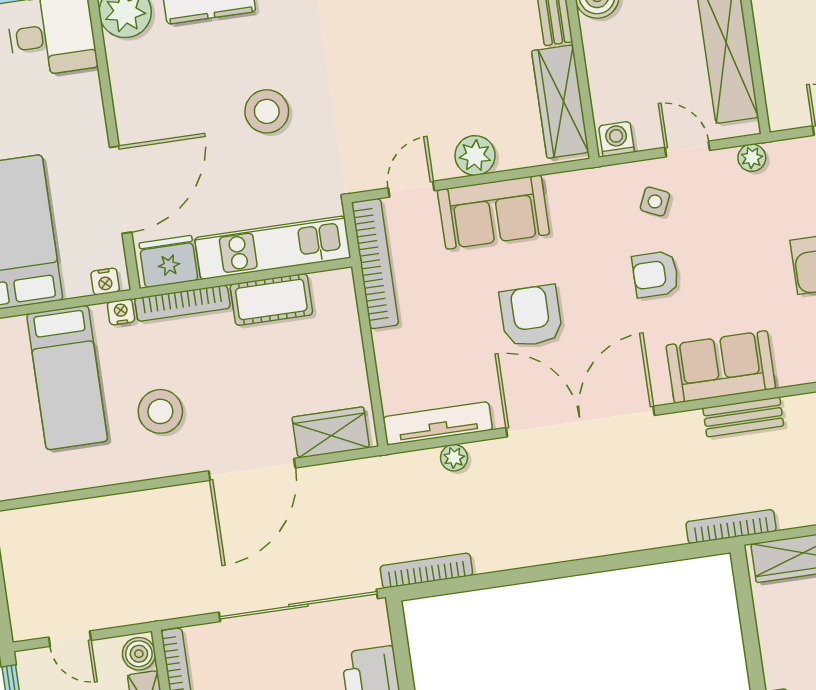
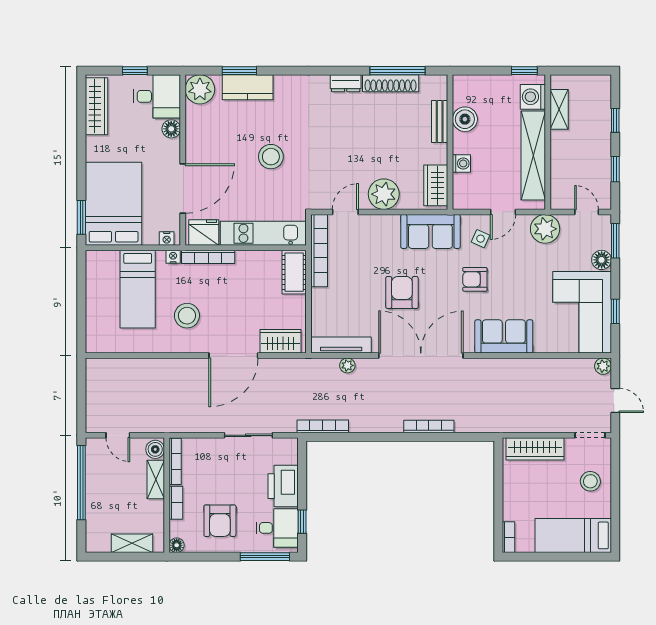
floor lamp: (85, 88) -> (171, 129), added
wardrobe: (560, 102) -> (436, 185), width x0.67
washing machine: (617, 139) -> (461, 163), moved, turned 90
door: (687, 149) -> (503, 212), swing flipped
plant: (475, 155) -> (384, 194), width x1.36, depth x1.36
plant: (752, 158) -> (545, 229), width x1.88, depth x1.88
sofa: (493, 212) -> (430, 231), moved
cot: (271, 300) -> (294, 272), moved, turned 90
bench: (743, 417) -> (512, 366), removed
bookcase: (731, 526) -> (429, 427), moved
sliding door: (298, 605) -> (248, 435), width x0.54

